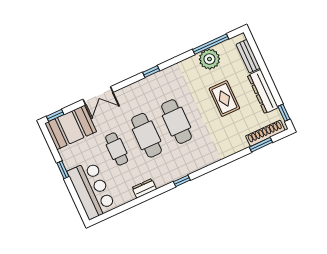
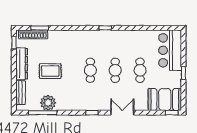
double door: (98, 96) -> (122, 113), moved
rug: (224, 99) -> (50, 71), turned 90
cafe table: (177, 122) -> (90, 70), width x0.73, depth x0.74
cafe table: (147, 135) -> (115, 70), width x0.73, depth x0.74
dresser: (144, 188) -> (133, 35), removed

